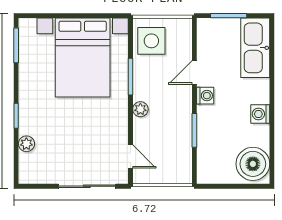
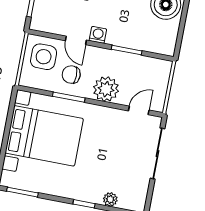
side table: (151, 41) -> (44, 57), moved
chair: (156, 74) -> (71, 75), added
plant: (140, 109) -> (106, 89), width x1.87, depth x1.87

